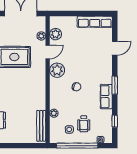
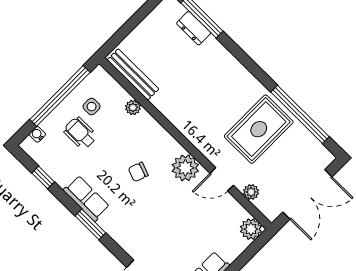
plant: (56, 34) -> (251, 229), moved
door: (48, 52) -> (222, 179), hinge flipped

